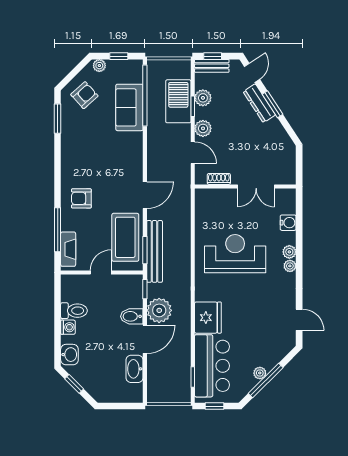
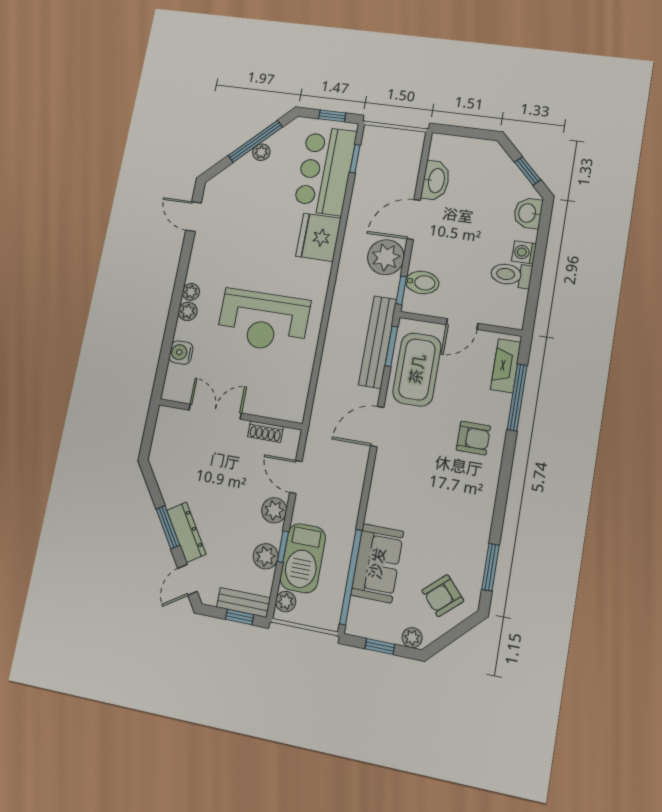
plant: (184, 72) -> (286, 602), added
bidet: (132, 316) -> (422, 282), moved

